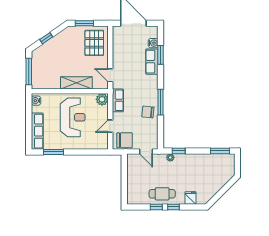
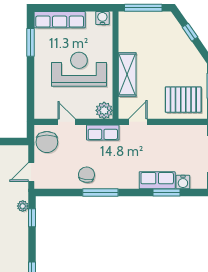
reception desk: (73, 117) -> (79, 69), turned 180

